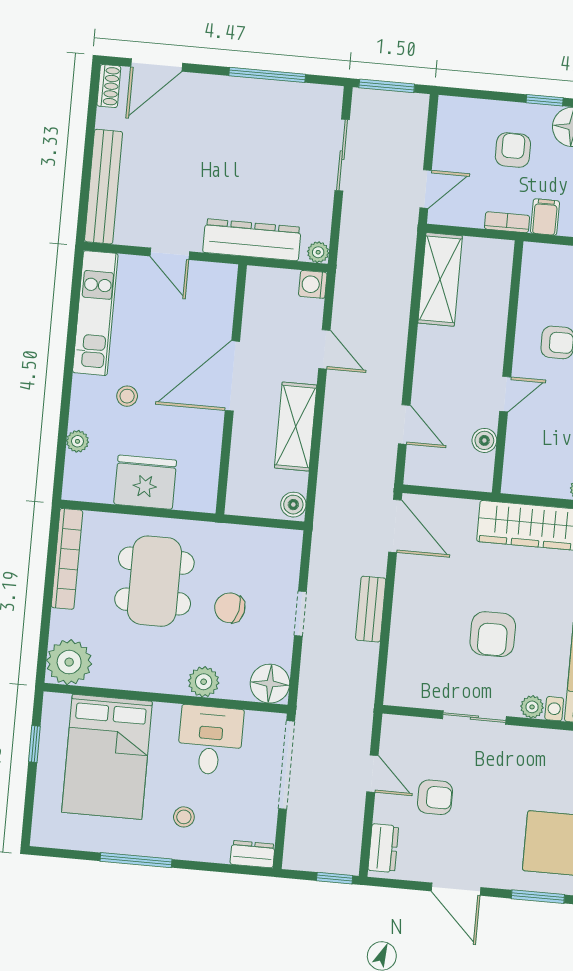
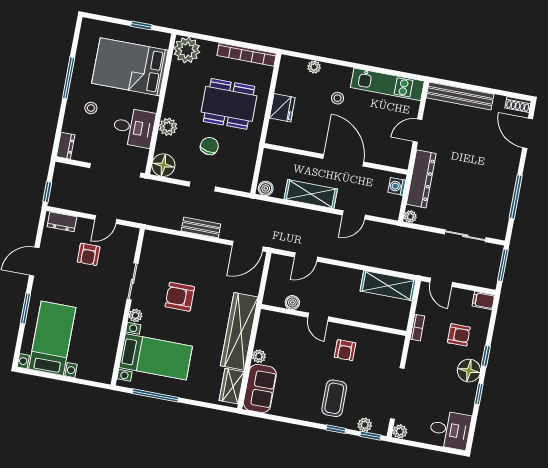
filing cabinet: (545, 217) -> (483, 300), moved, turned 180
washing machine: (313, 284) -> (397, 186), moved, turned -90
fridge: (145, 482) -> (282, 108), width x0.73, depth x0.75

